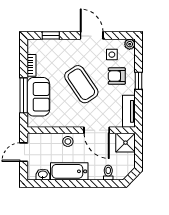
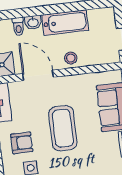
coffee table: (81, 84) -> (63, 128), turned 34
washbasin: (43, 175) -> (33, 22), moved

